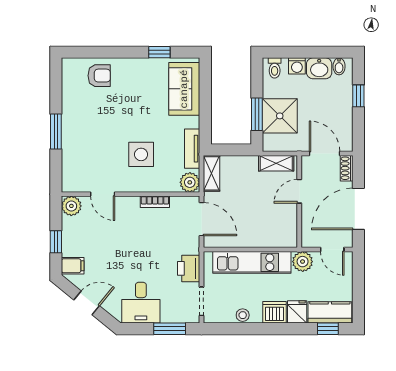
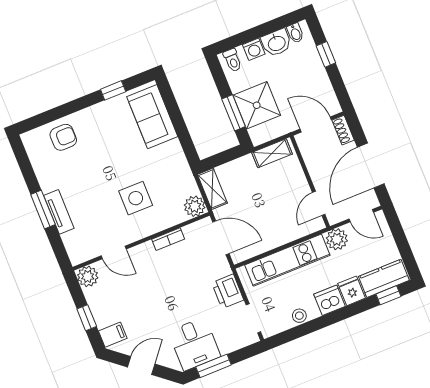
tv unit: (192, 149) -> (59, 212), moved, turned 180
door: (299, 191) -> (319, 203), moved
window: (170, 329) -> (214, 366), moved

